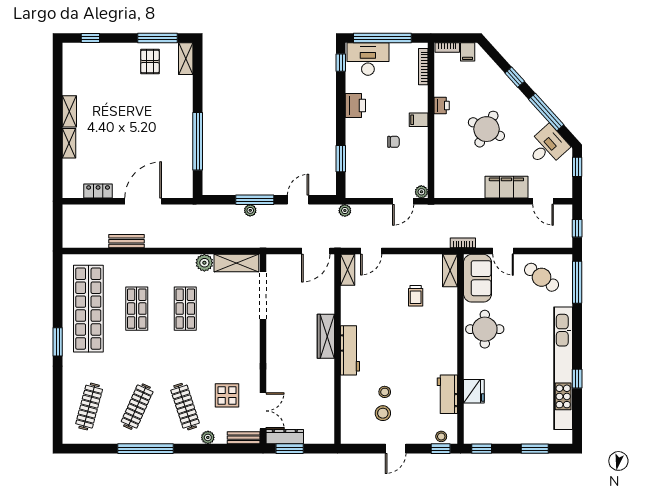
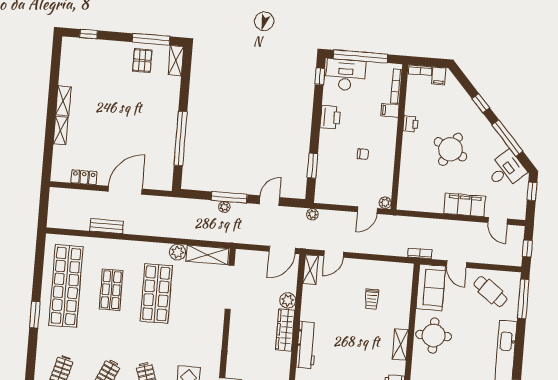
filing cabinet: (419, 120) -> (390, 110), moved
shelving: (450, 271) -> (400, 344), moved
plant: (326, 304) -> (288, 300), added
shop shelf: (185, 309) -> (156, 293), width x1.43, depth x1.36

